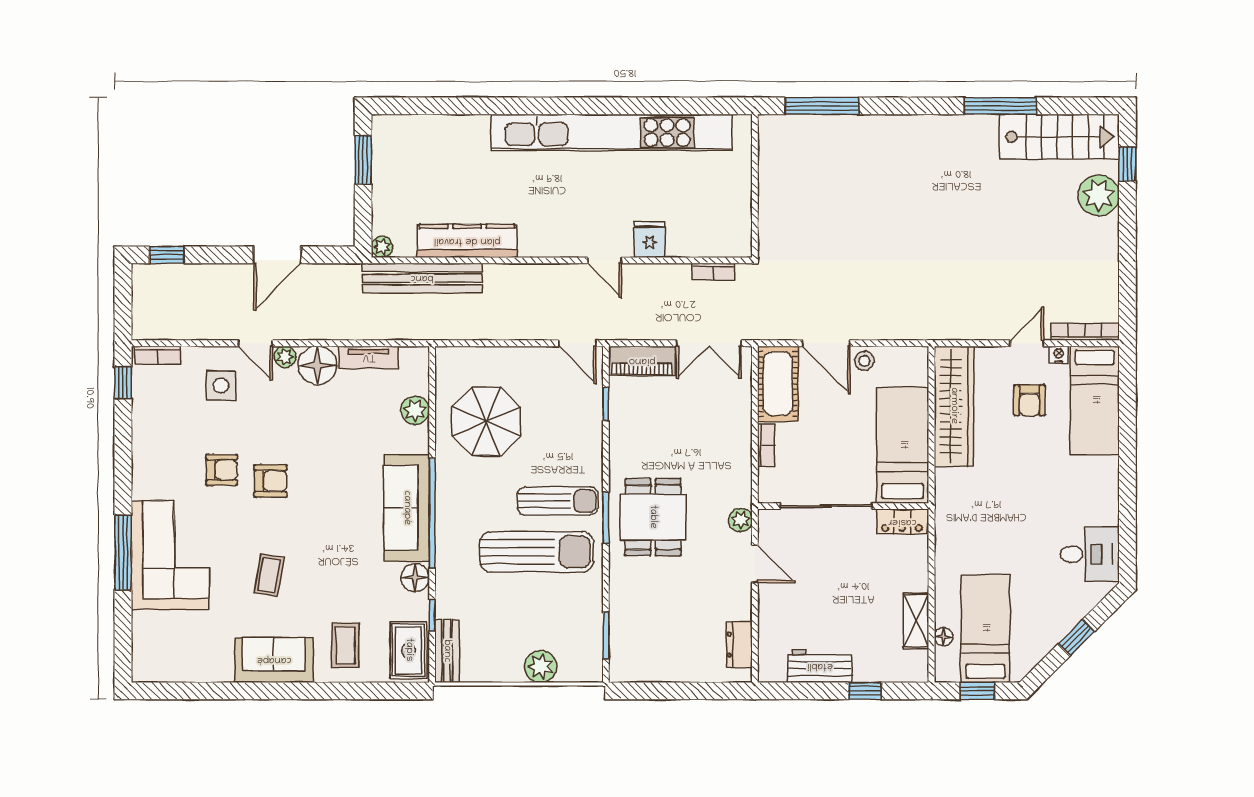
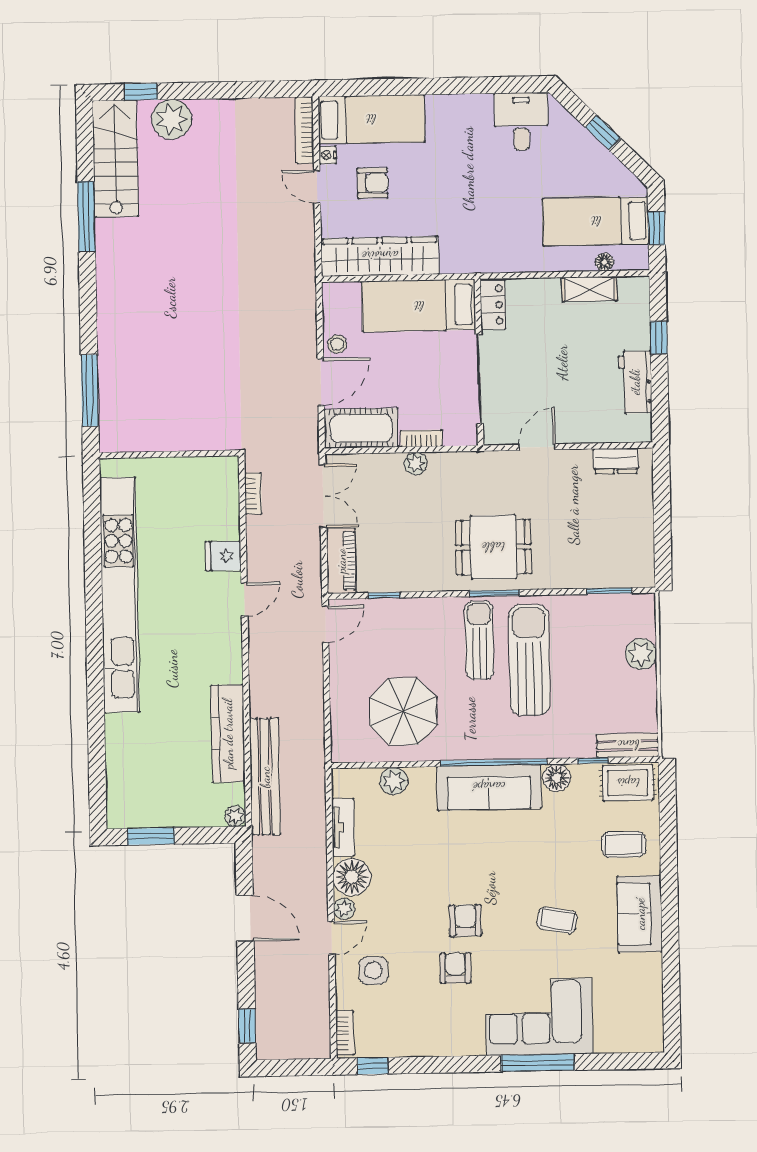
plant: (740, 520) -> (416, 464), moved

